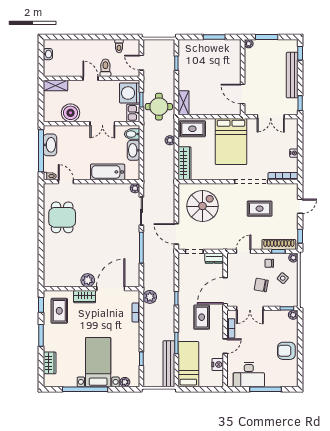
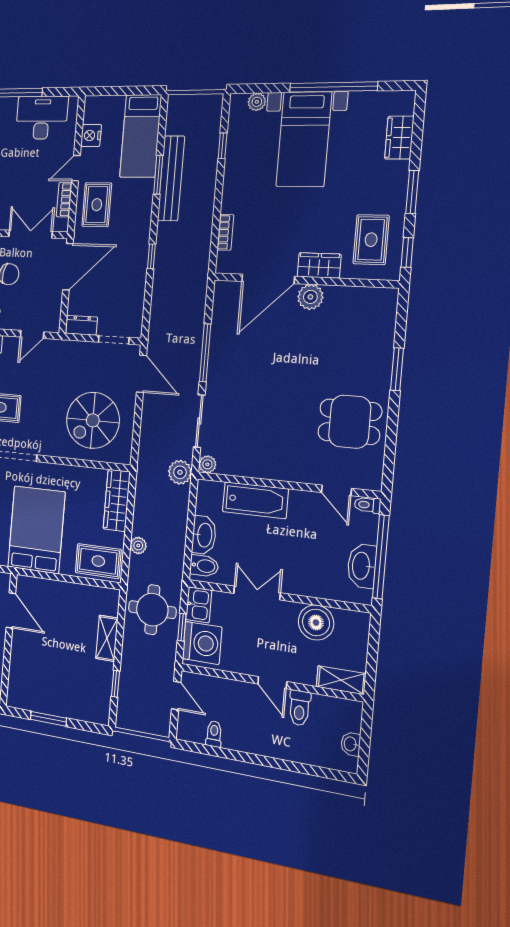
toilet: (105, 68) -> (300, 708), moved
shelving: (184, 103) -> (107, 638), moved
dining table: (62, 217) -> (350, 422), turned 90
window: (41, 246) -> (397, 369), added
plant: (150, 297) -> (180, 472), moved
rug: (202, 317) -> (97, 205), moved
bench: (169, 364) -> (171, 178), moved

